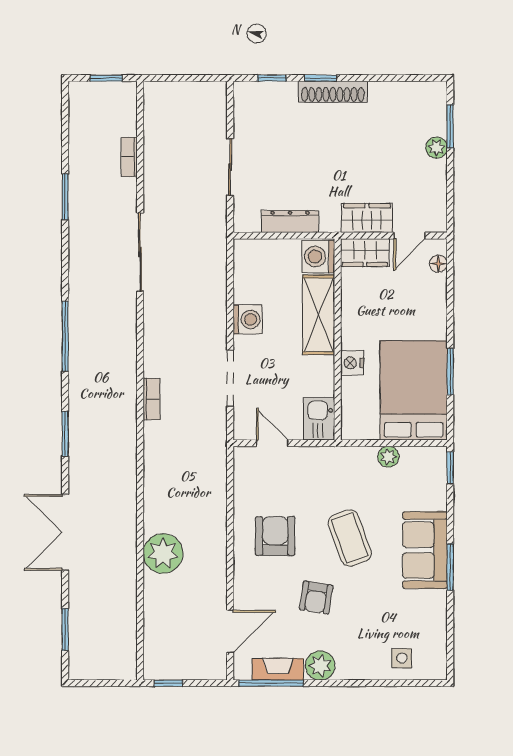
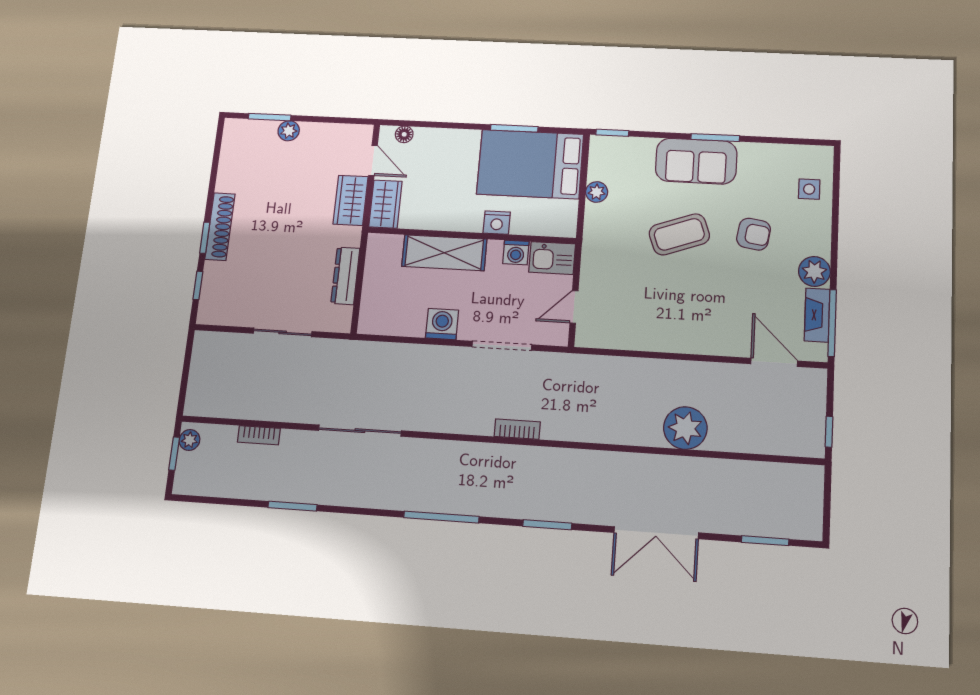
plant: (120, 91) -> (189, 440), added
washing machine: (318, 257) -> (516, 252), moved, width x0.73, depth x0.73
armchair: (275, 536) -> (673, 310), removed
armchair: (316, 598) -> (754, 234), moved

